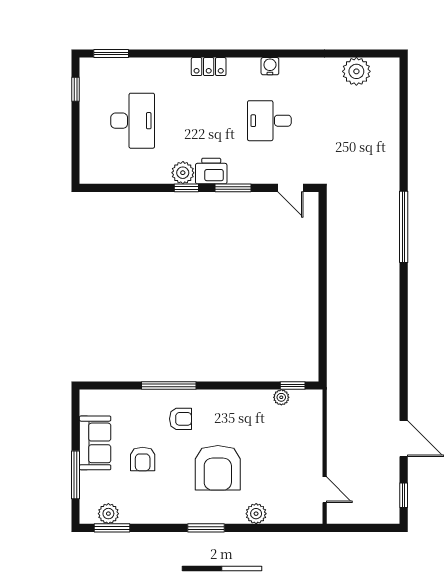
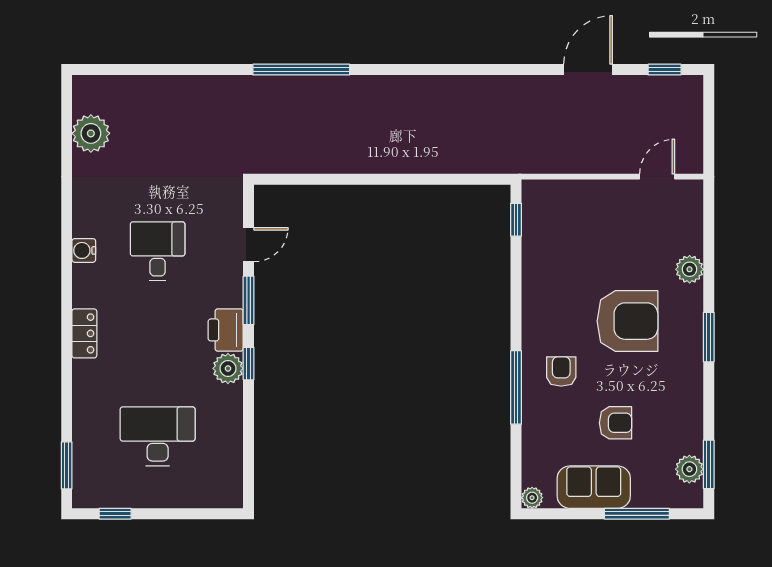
desk: (269, 121) -> (158, 251), turned 180
door: (291, 188) -> (249, 245), moved
plant: (281, 397) -> (532, 498), moved

